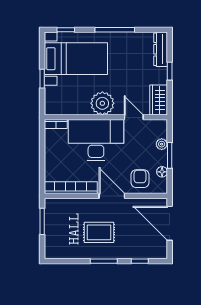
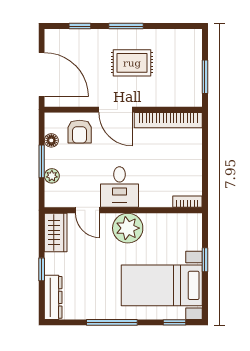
desk: (96, 140) -> (119, 187), width x0.53, depth x0.77

